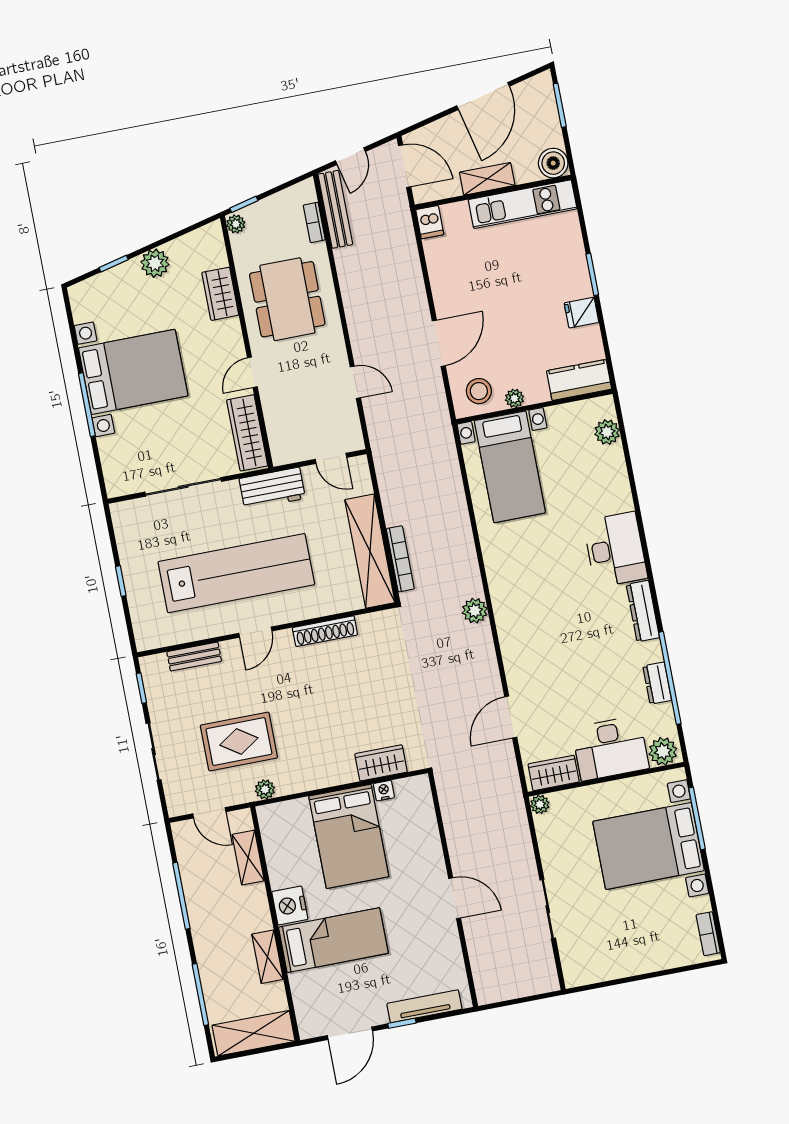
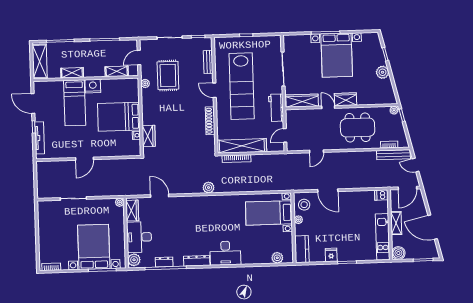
wardrobe: (220, 294) -> (346, 99), moved

